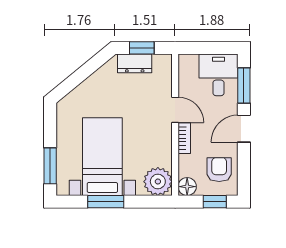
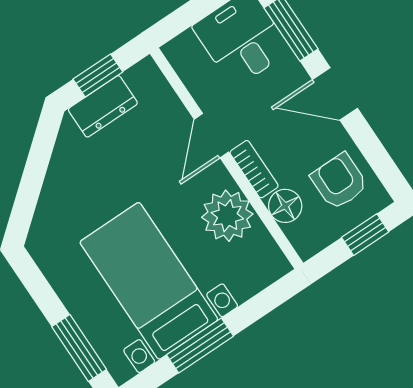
door: (175, 110) -> (211, 136), swing flipped
door: (244, 129) -> (335, 94), hinge flipped
plant: (158, 182) -> (227, 216), moved
floor lamp: (187, 187) -> (285, 206), moved

